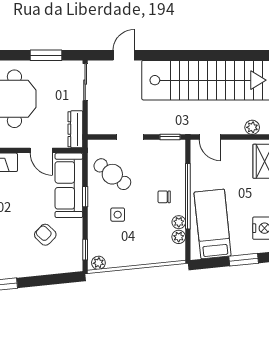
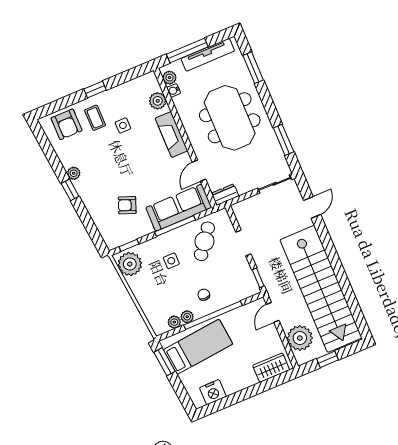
door: (124, 55) -> (312, 207), hinge flipped
plant: (252, 127) -> (300, 338), width x1.88, depth x1.88
dresser: (75, 129) -> (225, 195), width x0.70
window: (85, 197) -> (175, 226), width x2.17
armchair: (45, 235) -> (127, 205), turned -113
window: (244, 260) -> (165, 362), moved
plant: (98, 263) -> (130, 264), width x1.87, depth x1.87

